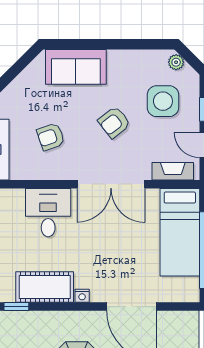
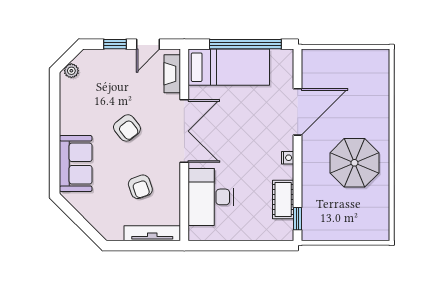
side table: (163, 101) -> (107, 83), removed
desk: (48, 213) -> (211, 197), width x1.37
cot: (45, 287) -> (283, 200), width x0.73, depth x0.75

